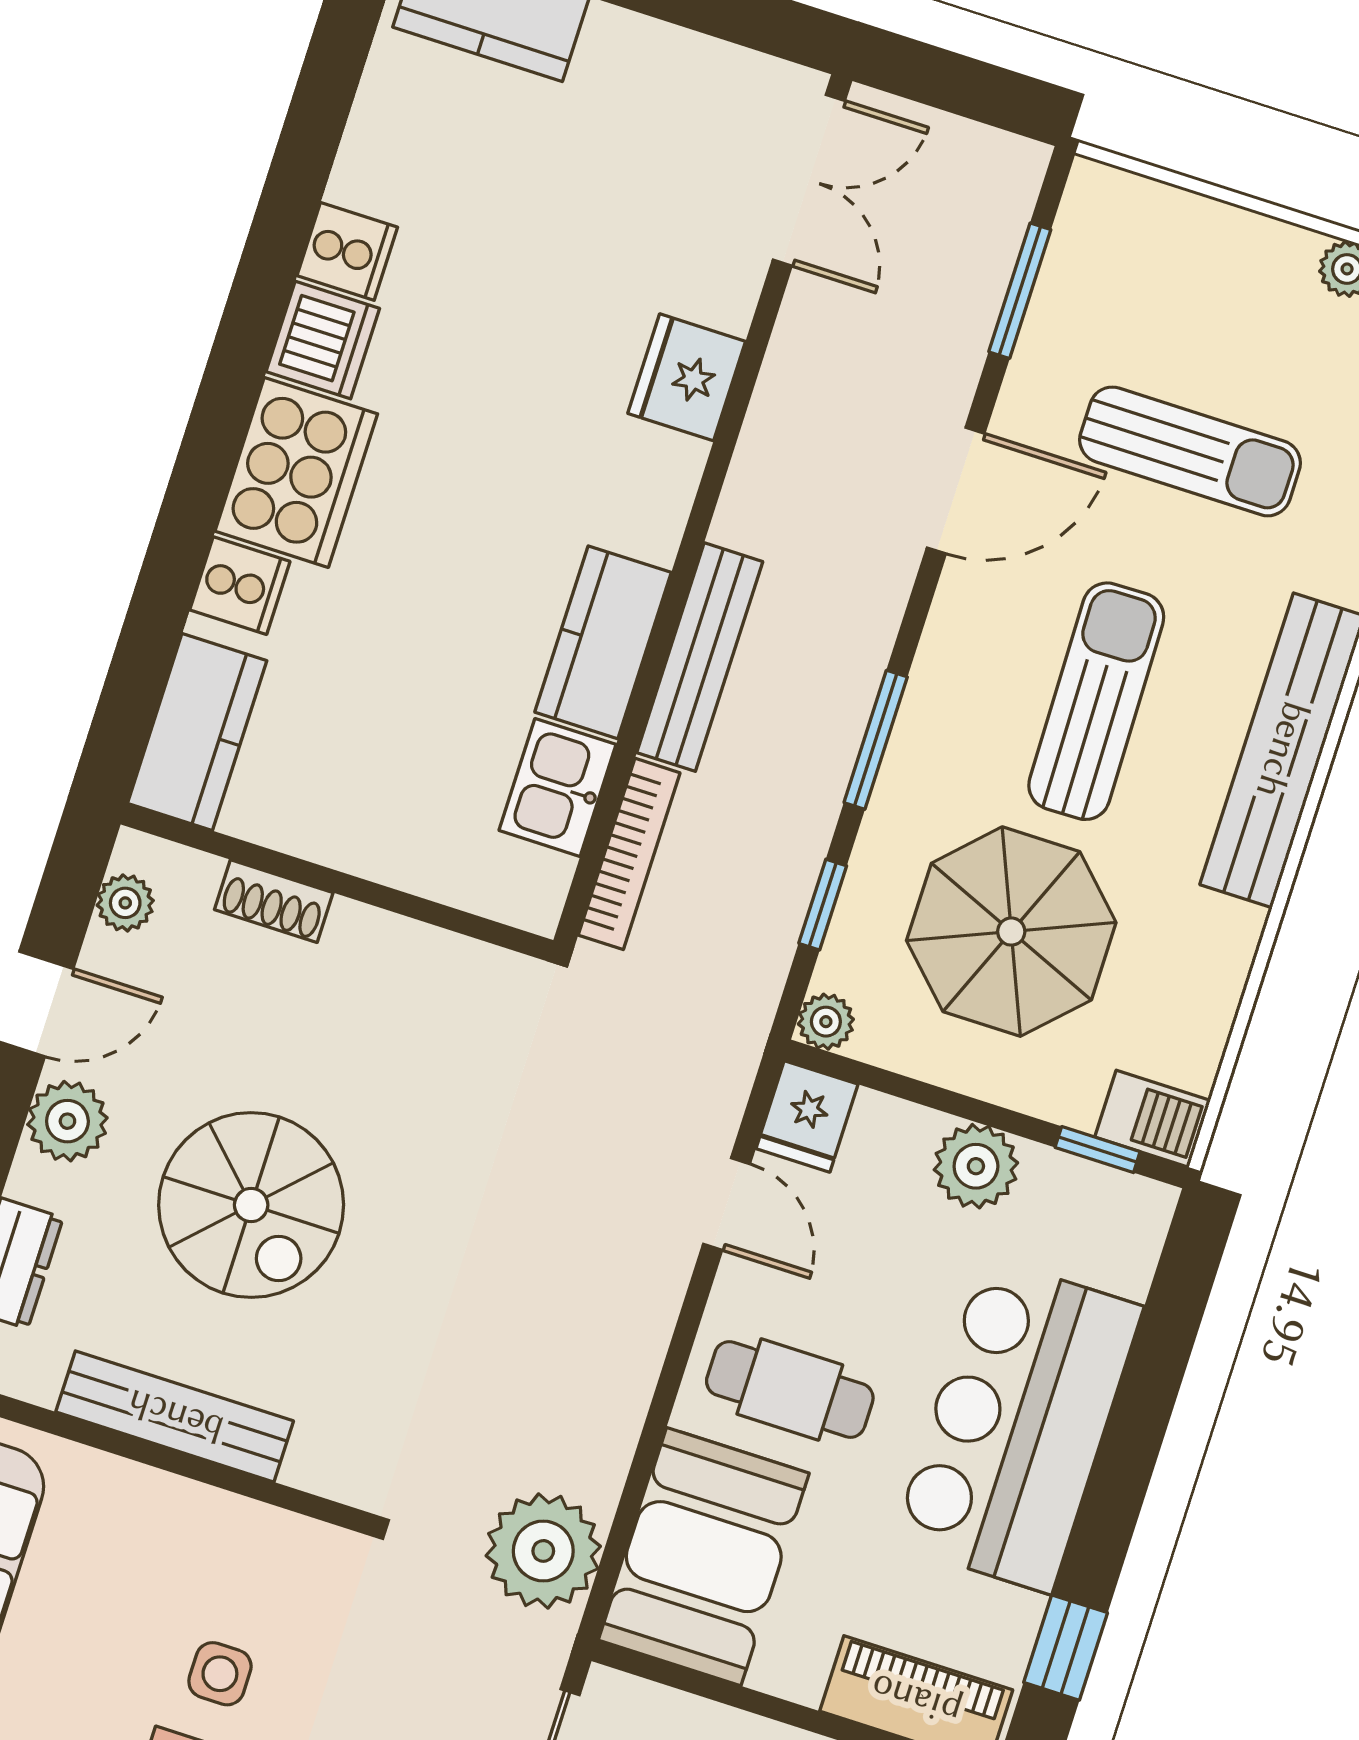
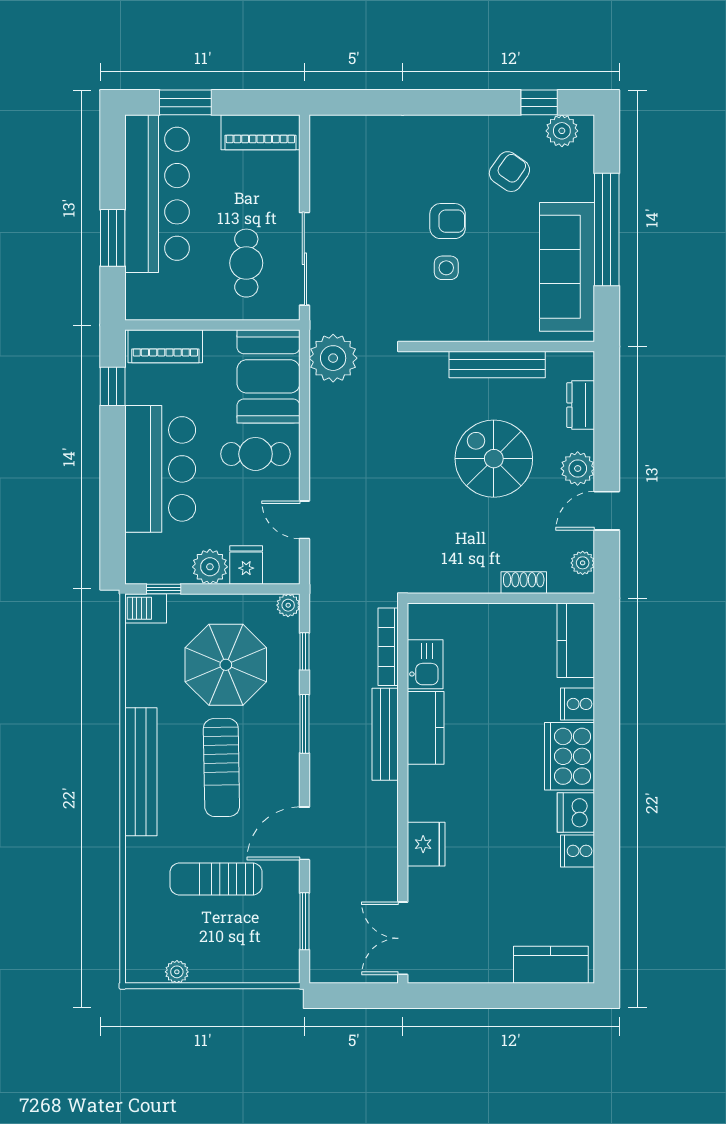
fridge: (807, 1116) -> (246, 565), moved

